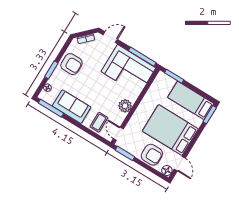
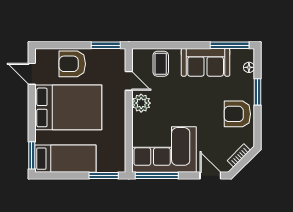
door: (110, 37) -> (210, 176), swing flipped
door: (118, 134) -> (129, 81), moved
floor lamp: (167, 171) -> (42, 56), removed

